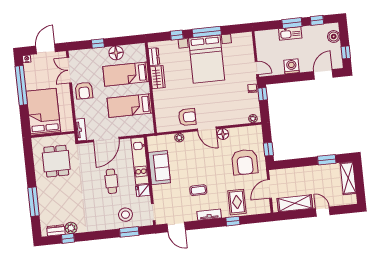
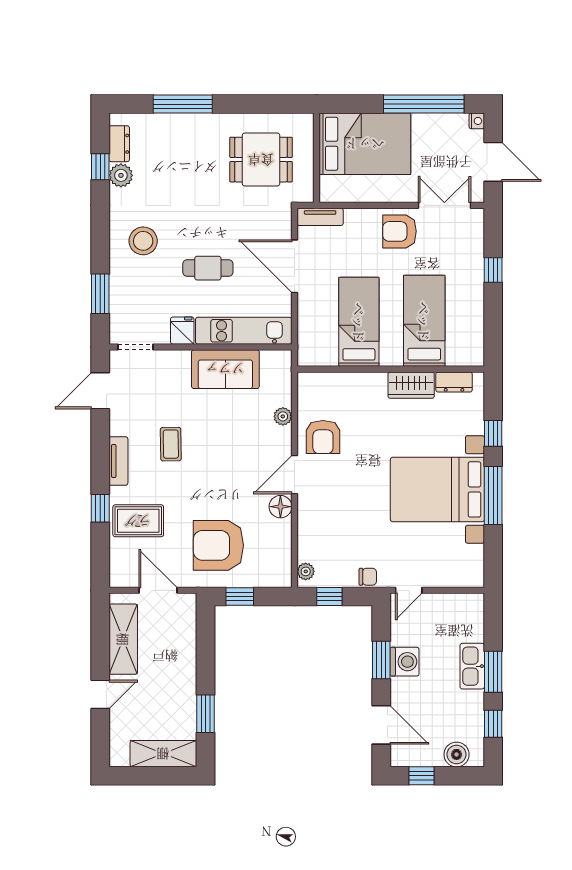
floor lamp: (116, 53) -> (470, 305), removed
window: (292, 78) -> (381, 660), added
window: (263, 94) -> (329, 597), moved
stool: (125, 215) -> (143, 241), moved

